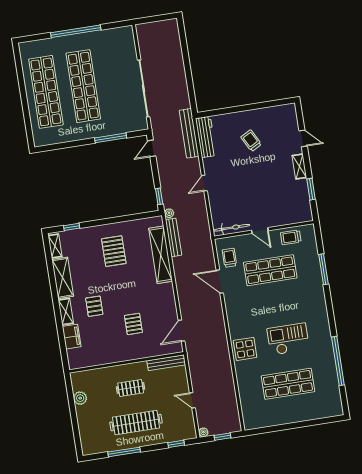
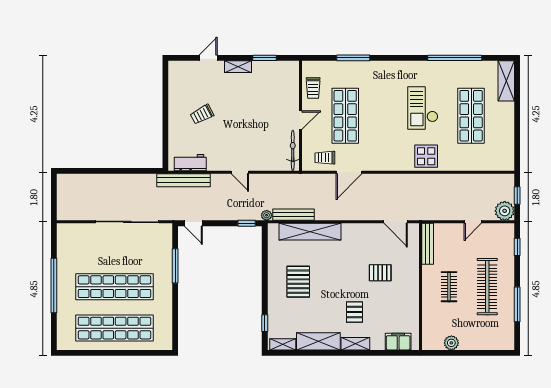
workbench: (206, 137) -> (190, 163), width x0.73
pallet: (114, 251) -> (298, 282), turned 90
pallet: (94, 306) -> (354, 312), turned 90
filing cabinet: (72, 337) -> (398, 342), moved
shelving: (324, 411) -> (506, 81), added
plant: (203, 432) -> (505, 211), width x1.87, depth x1.87

